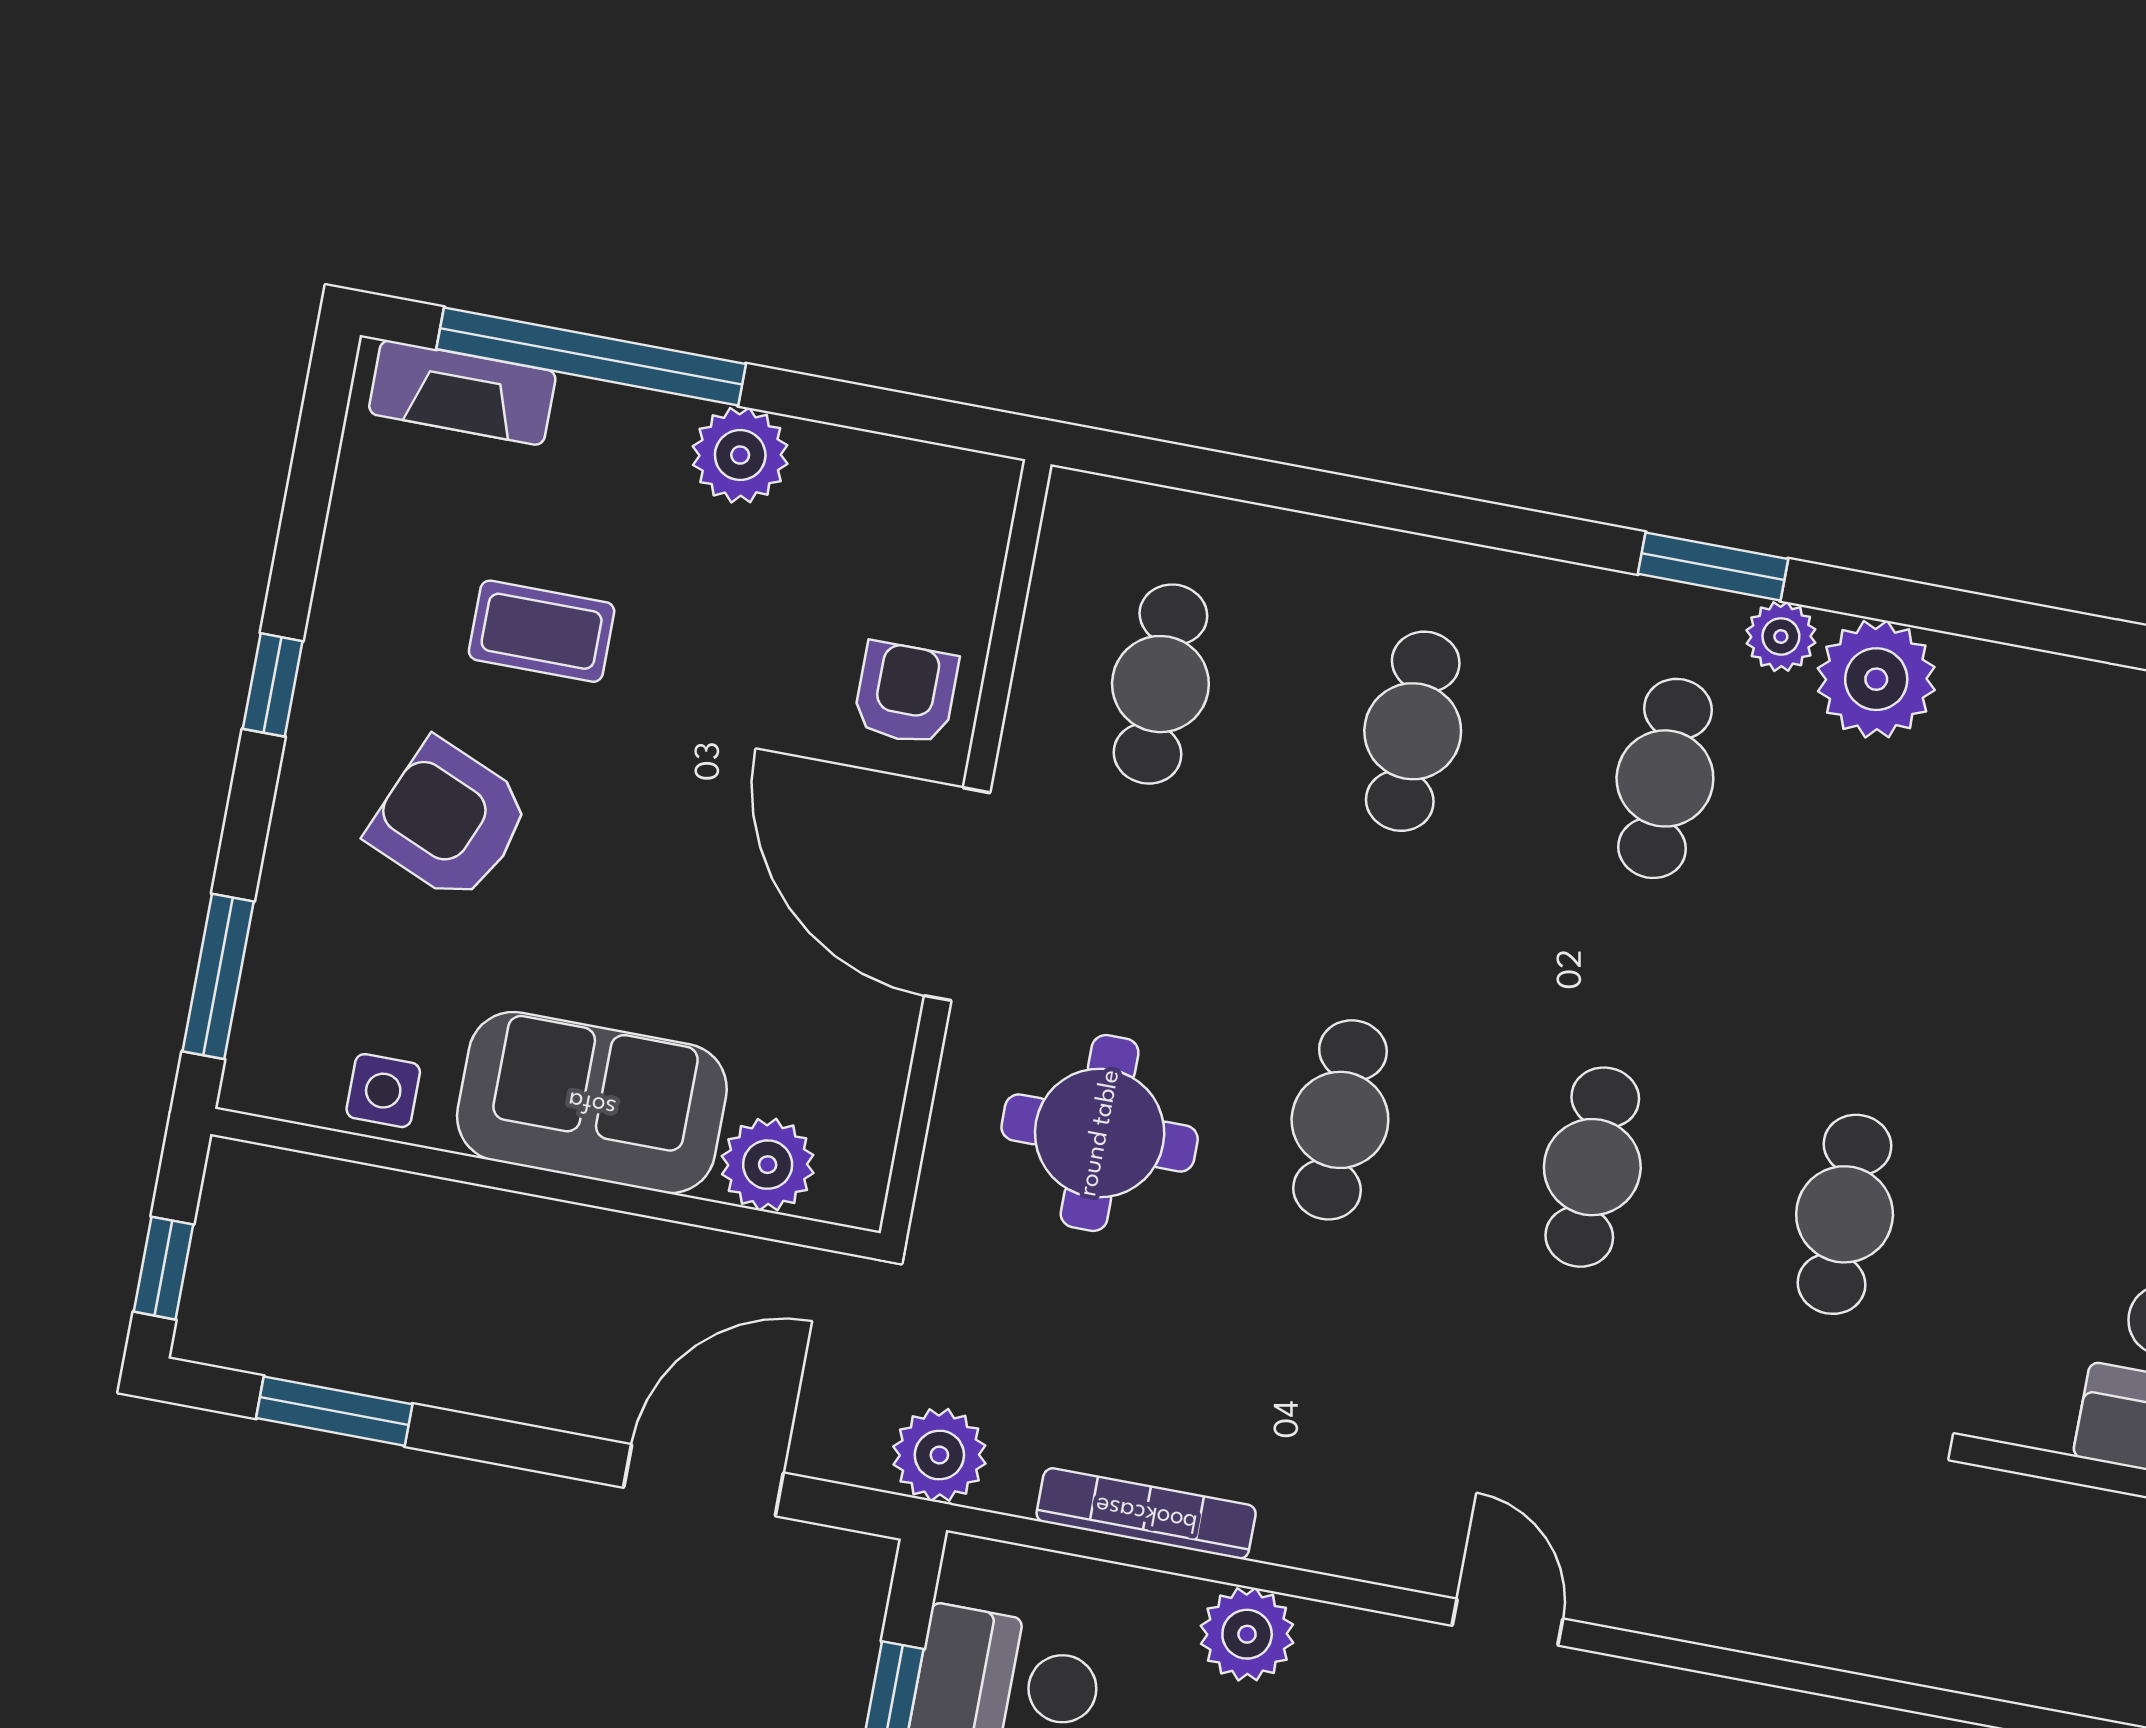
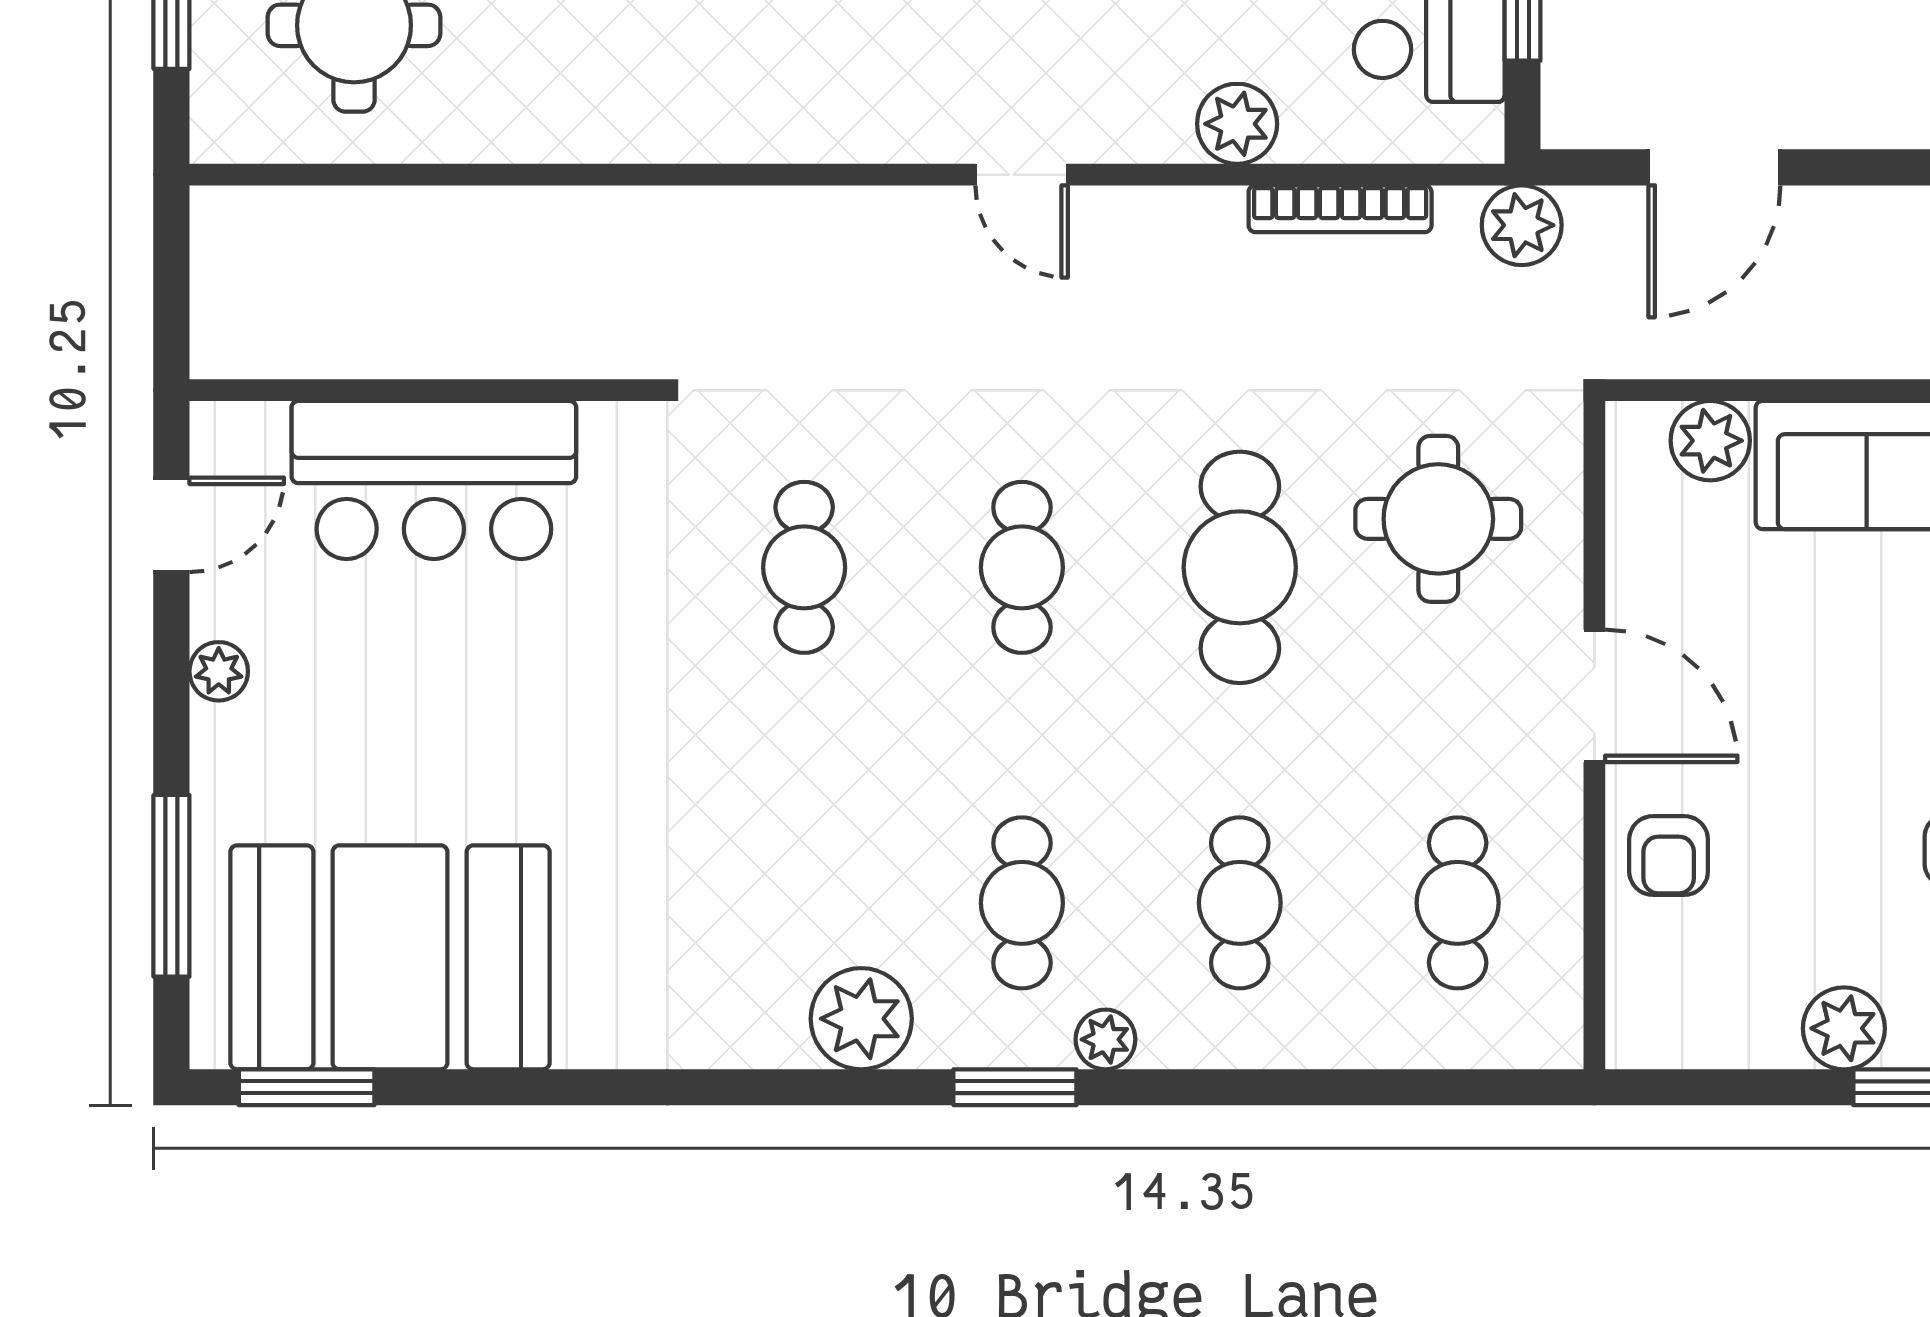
plant: (1781, 636) -> (1105, 1039), moved
door: (957, 894) -> (1594, 696), width x0.73
cafe table: (1340, 1120) -> (1240, 567), width x1.37, depth x1.35

